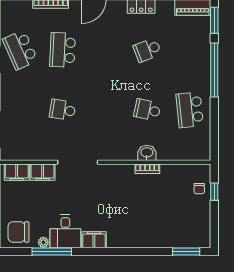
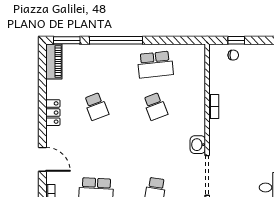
school desk: (147, 110) -> (155, 106), turned -33
washbasin: (147, 153) -> (198, 145), moved

